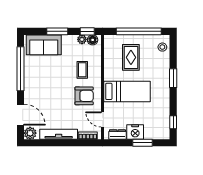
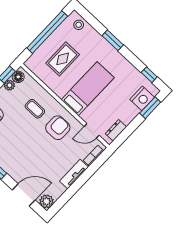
rug: (131, 57) -> (63, 59), turned 90
nightstand: (135, 132) -> (142, 98), moved
tv unit: (59, 134) -> (74, 174), width x0.71
window: (143, 143) -> (150, 108), moved

